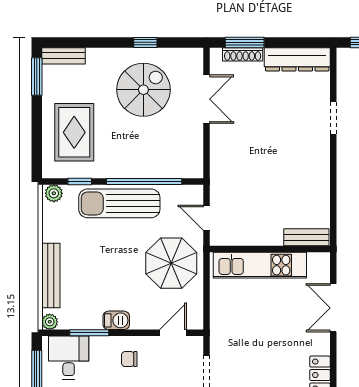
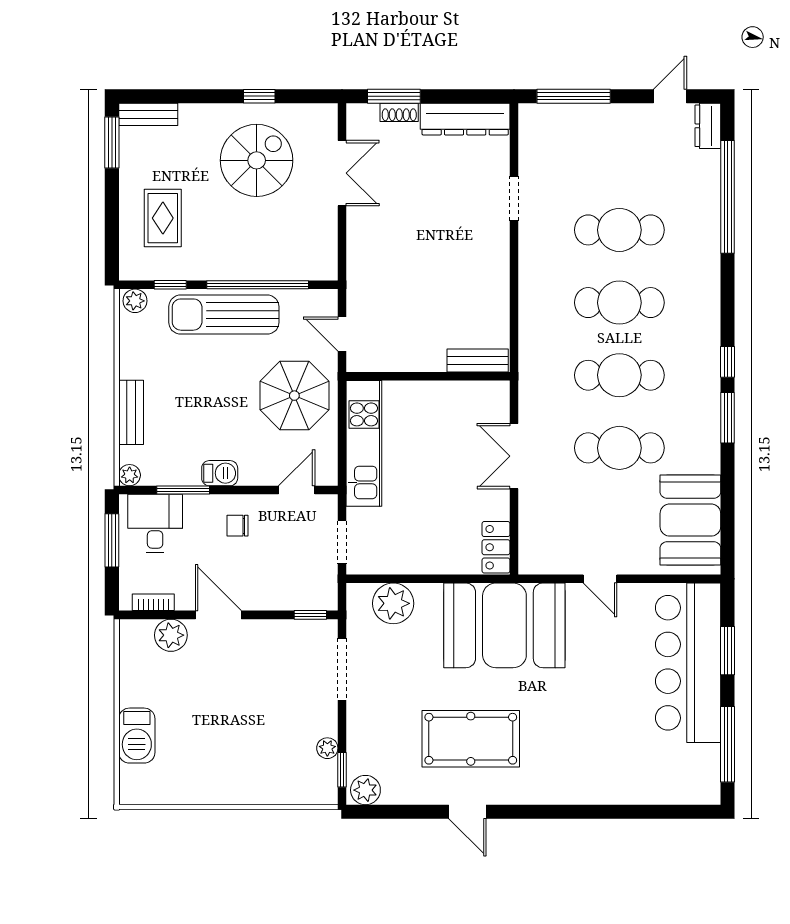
shoe rack: (243, 54) -> (399, 112), width x0.70
rug: (74, 132) -> (163, 218), width x0.73, depth x0.70
kitchen unit: (260, 265) -> (364, 443), moved, turned -90
bench: (51, 276) -> (131, 412), width x0.73

